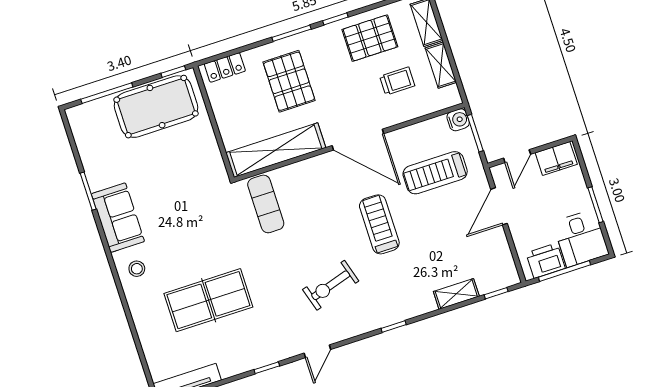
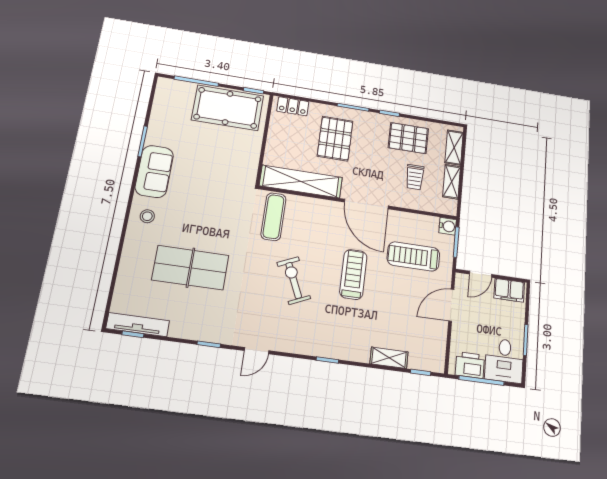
trolley: (397, 81) -> (415, 177), turned 90
exercise bike: (331, 285) -> (294, 280), moved, turned 83

